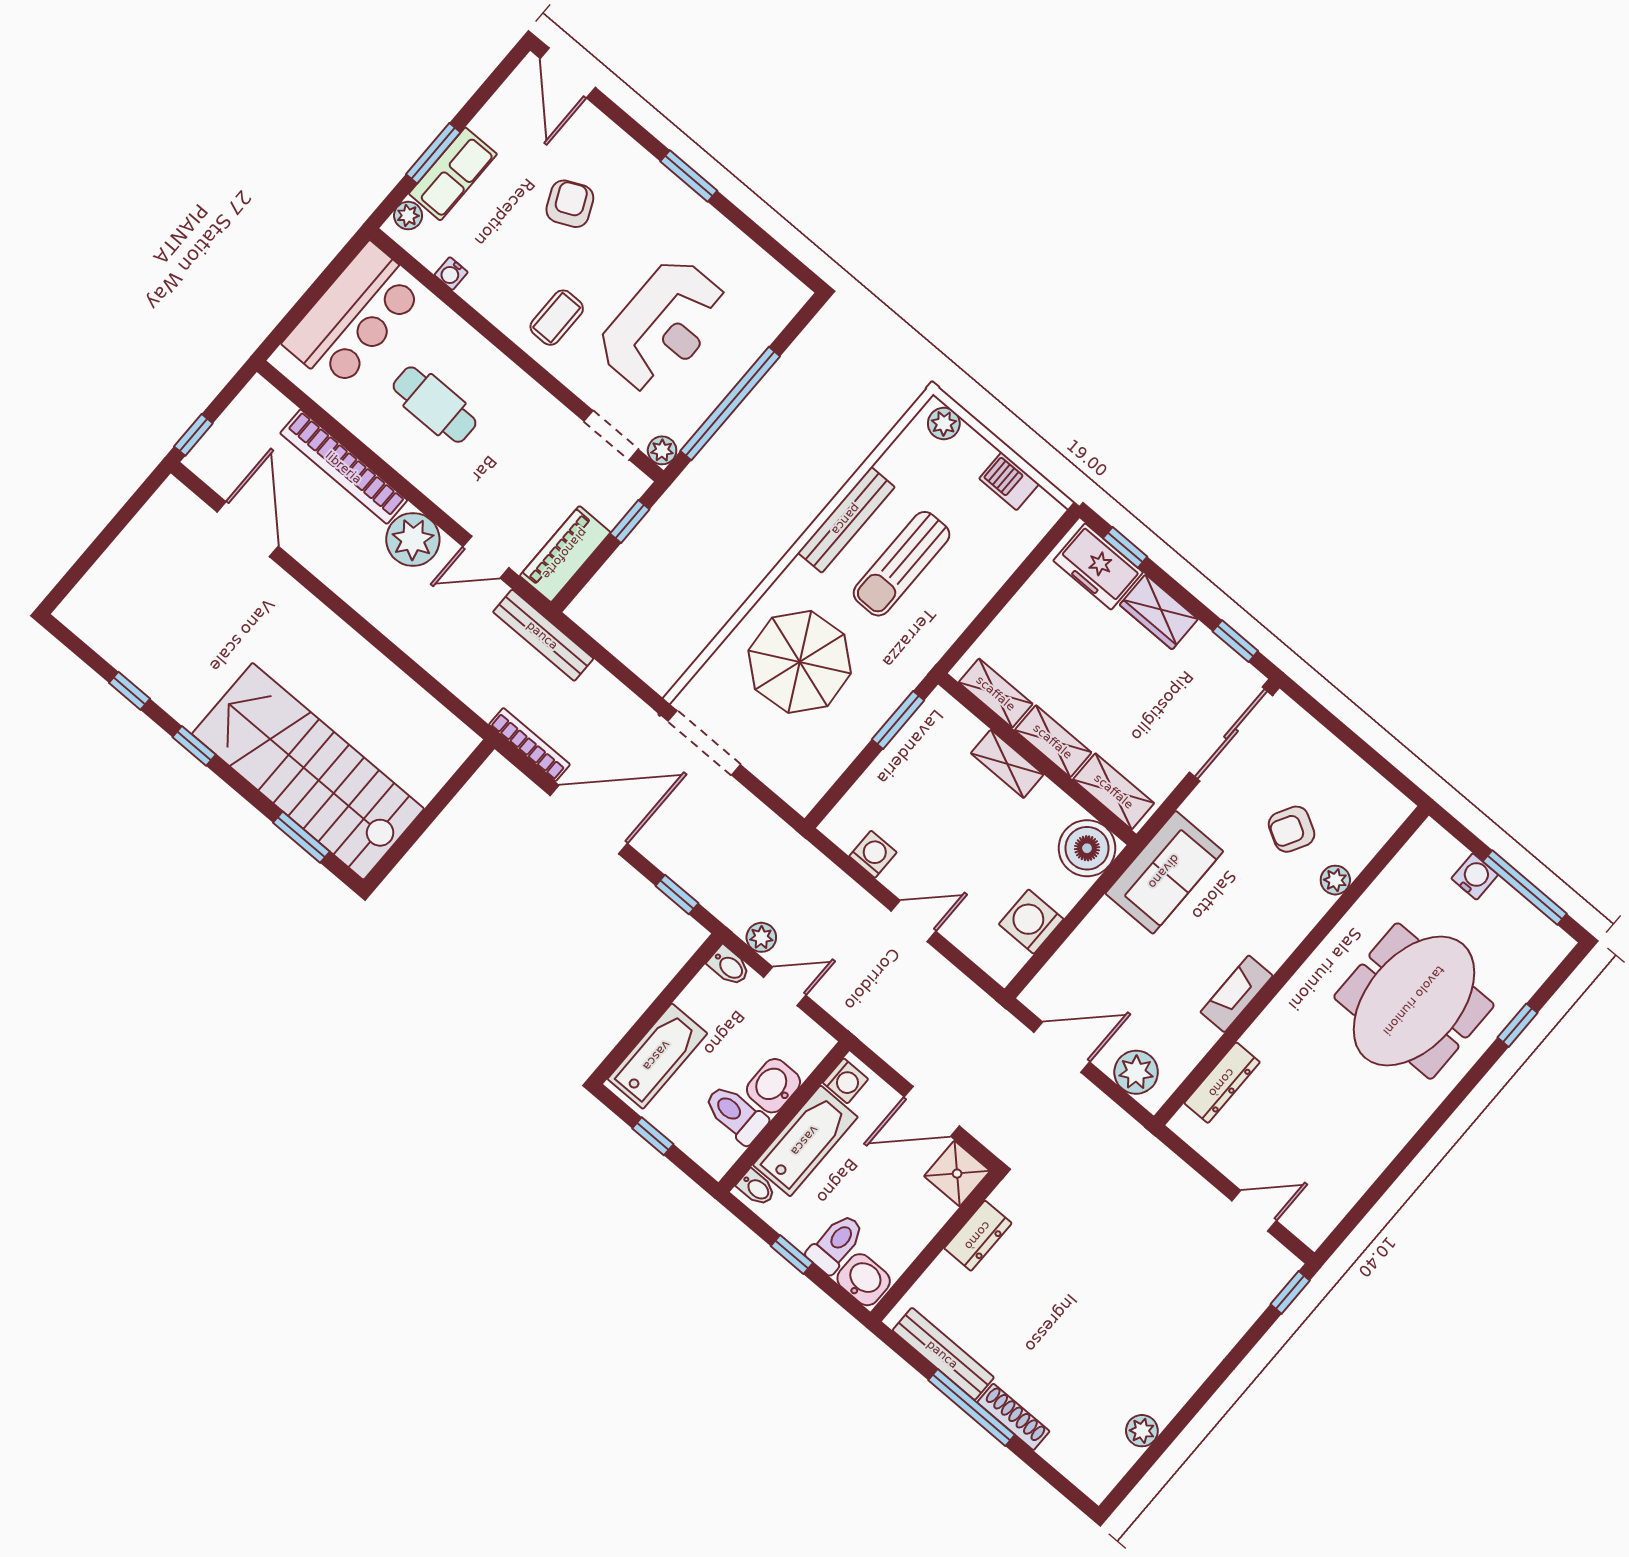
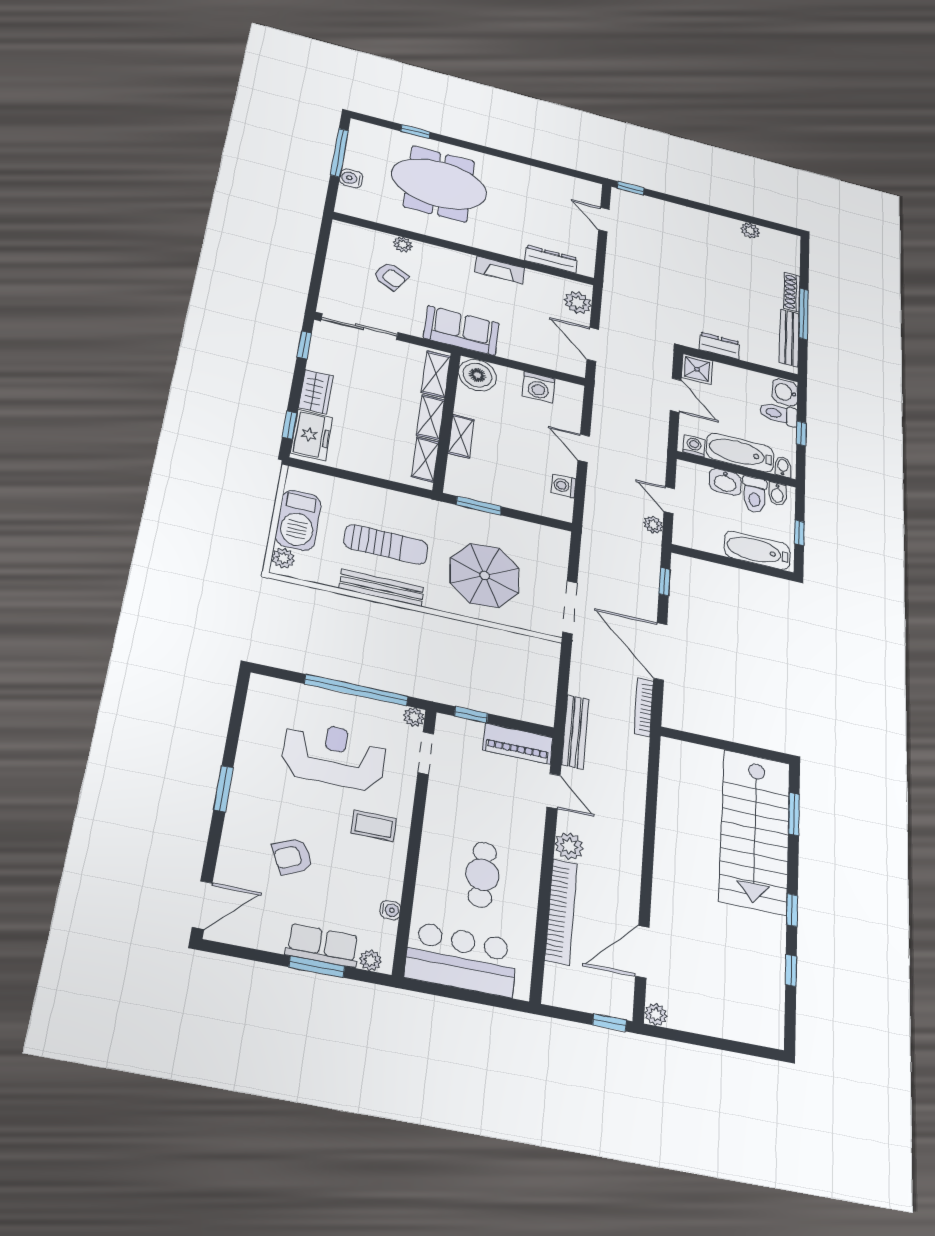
barbecue: (1009, 481) -> (298, 520), width x1.88, depth x1.53
plant: (172, 494) -> (656, 1014), added
plant: (413, 539) -> (569, 846), width x0.73, depth x0.73
bidet: (729, 966) -> (777, 494), moved, turned 180

